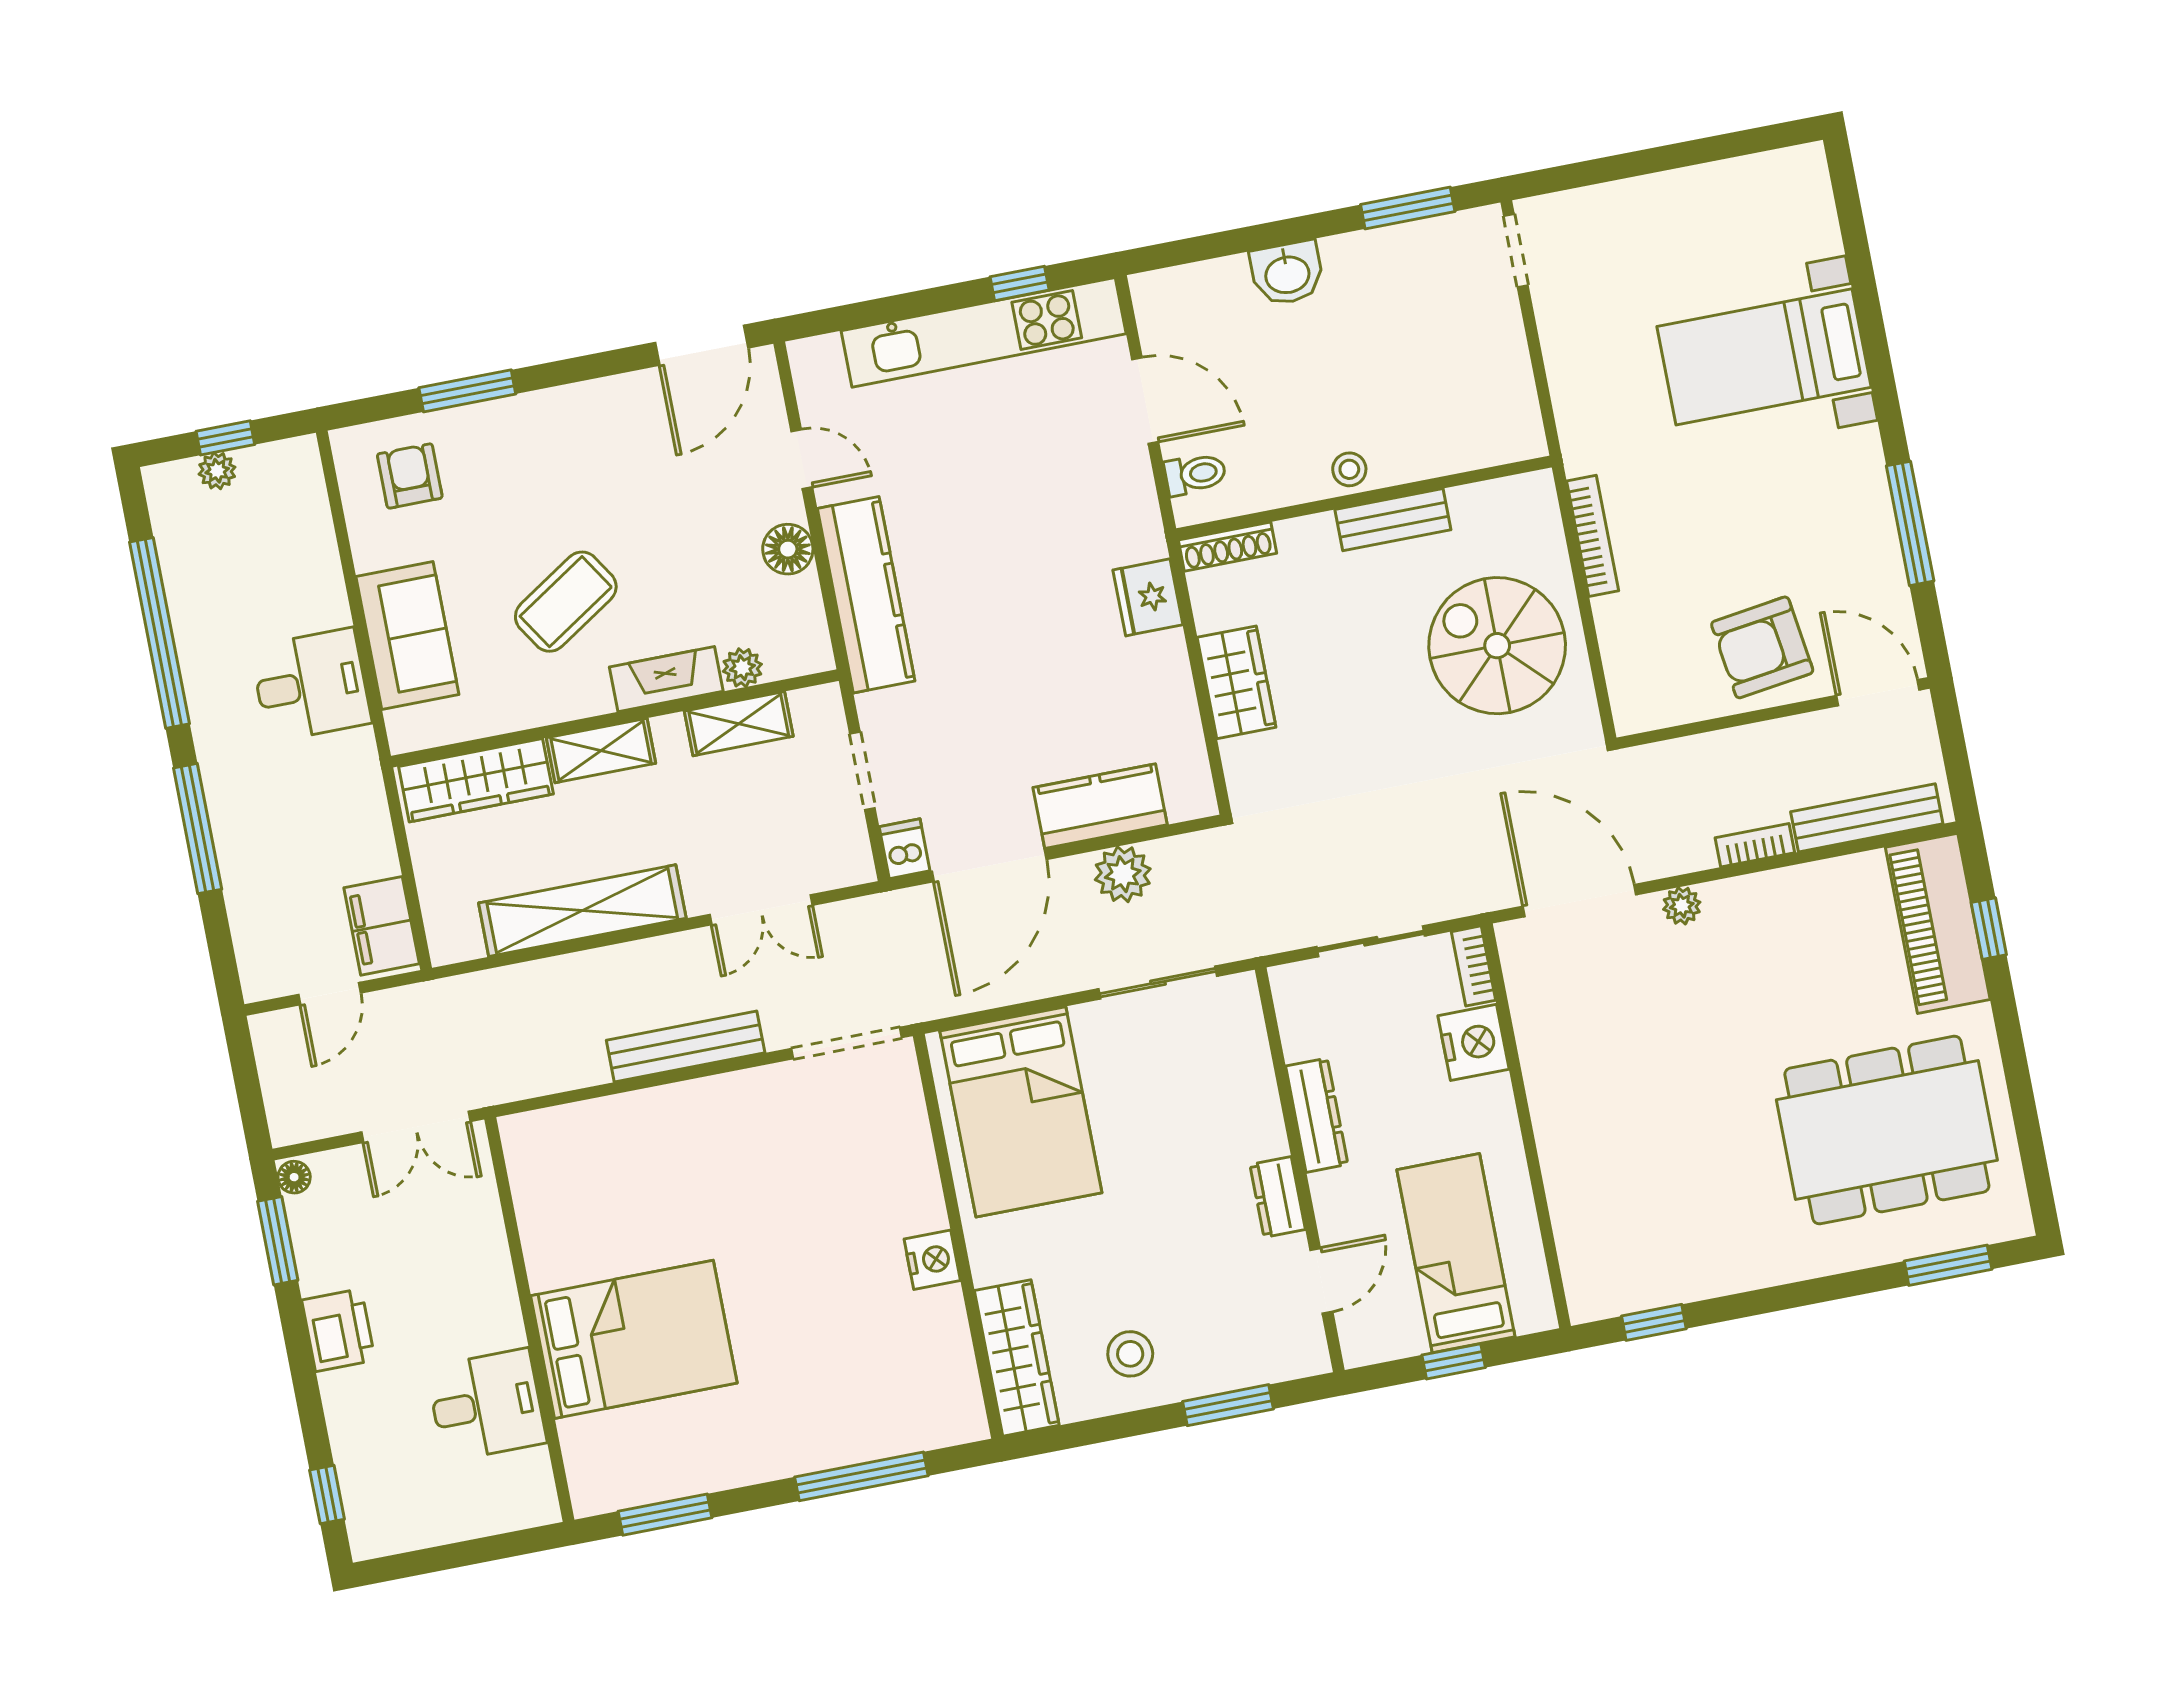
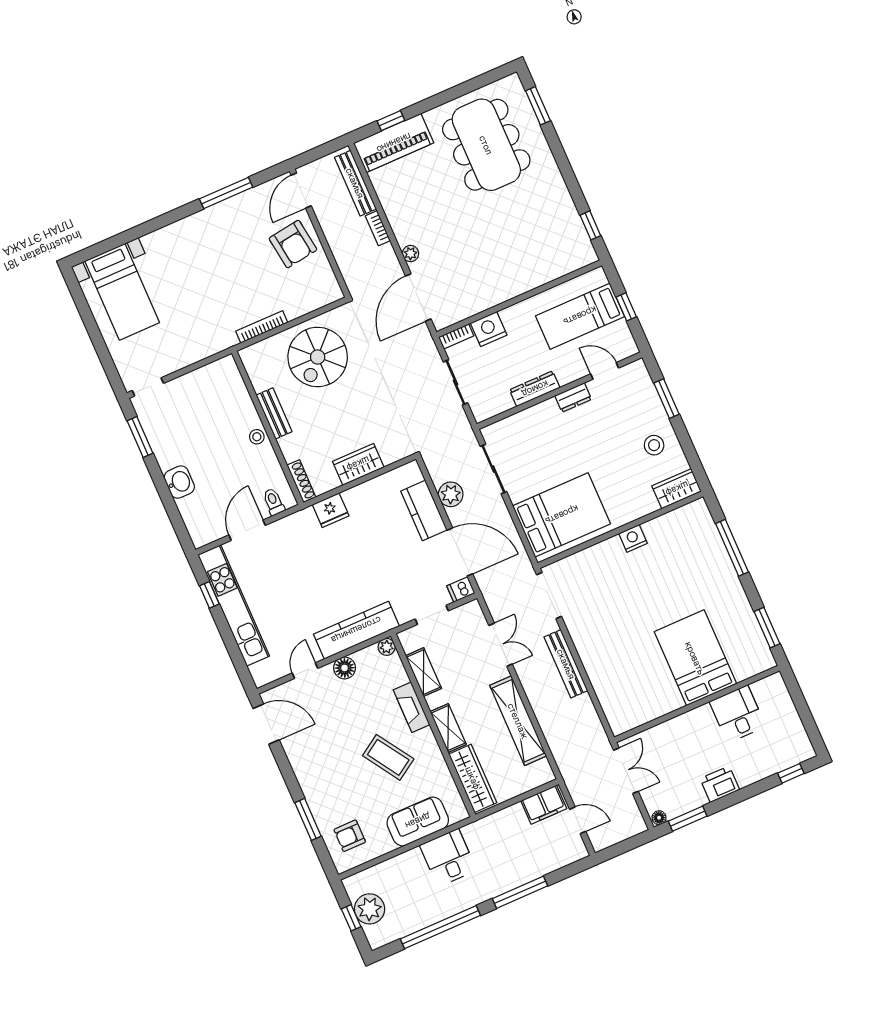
bed with nightstands: (1764, 357) -> (122, 292), moved
plant: (217, 471) -> (370, 909), width x1.88, depth x1.88
plant: (742, 668) -> (387, 647), moved
wardrobe: (1017, 1358) -> (677, 489), width x0.67

